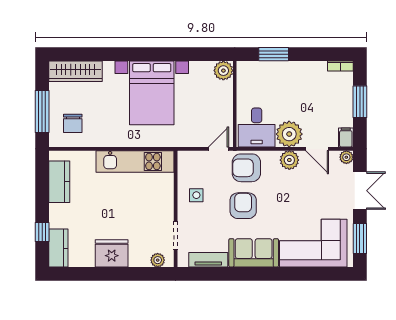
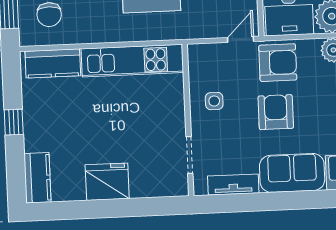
armchair: (246, 168) -> (278, 63), turned 180
kitchen counter: (59, 182) -> (53, 63), moved, turned 90
window: (42, 232) -> (14, 122), moved
plant: (158, 260) -> (167, 188), removed

